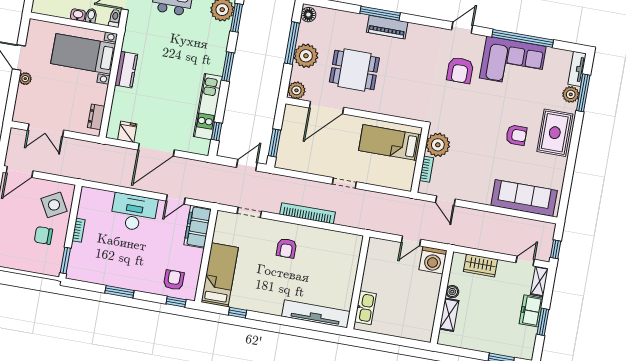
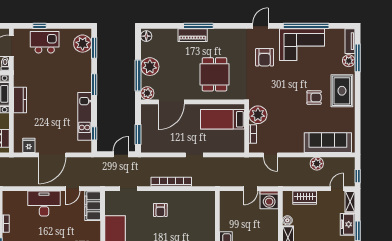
piano: (387, 27) -> (193, 35), moved
window: (292, 43) -> (138, 76), moved
dining table: (354, 70) -> (214, 74), moved, turned 90
plant: (504, 223) -> (317, 164), added

